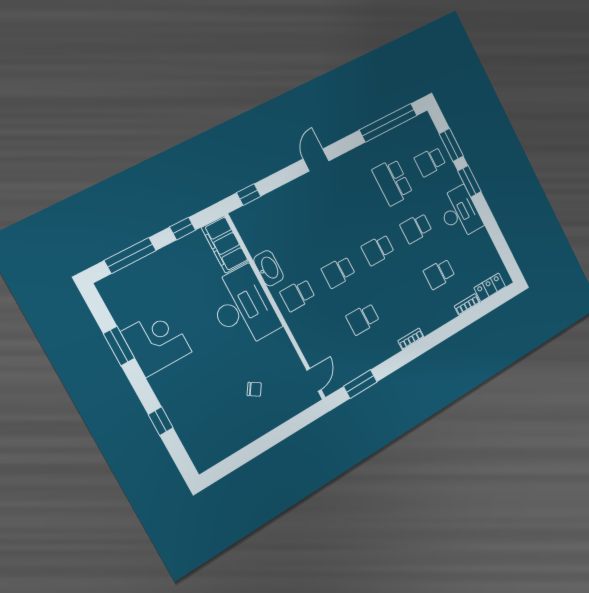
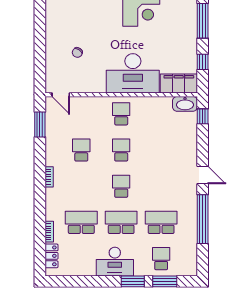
window: (388, 123) -> (203, 219), moved
school desk: (416, 228) -> (121, 222), width x1.85
washbasin: (269, 268) -> (185, 104), moved
school desk: (439, 274) -> (81, 222), width x1.85

